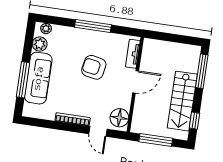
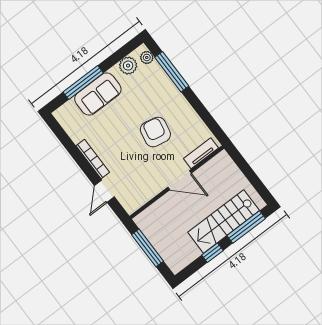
window: (93, 26) -> (172, 72), moved
sofa: (38, 78) -> (98, 94), width x0.73
stairs: (182, 101) -> (224, 221), moved
floor lamp: (119, 118) -> (135, 198), removed
window: (194, 121) -> (212, 253), moved

